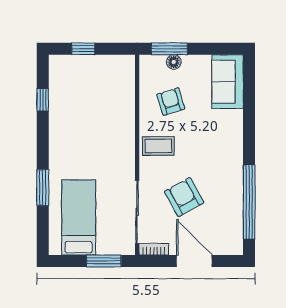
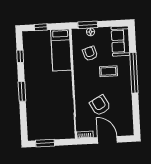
coffee table: (158, 146) -> (108, 71), moved
window: (43, 188) -> (22, 91), moved
window: (249, 202) -> (134, 73), moved
bed: (79, 217) -> (61, 50), moved, turned 180
window: (104, 261) -> (45, 143), moved

